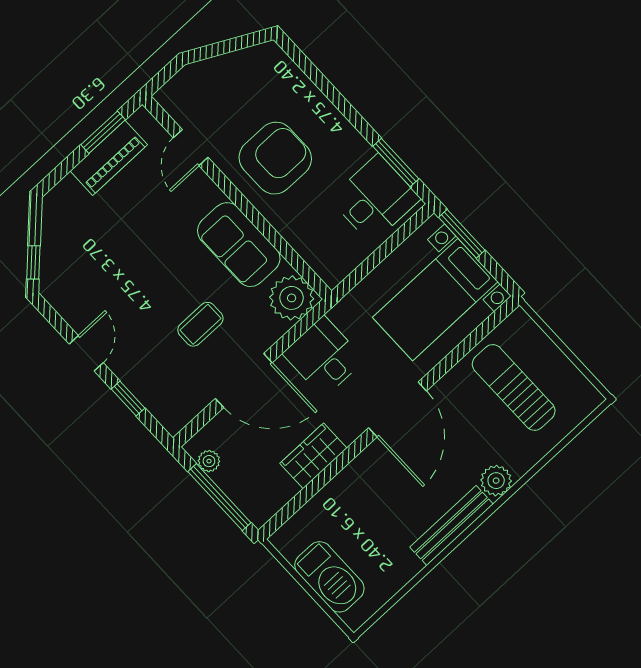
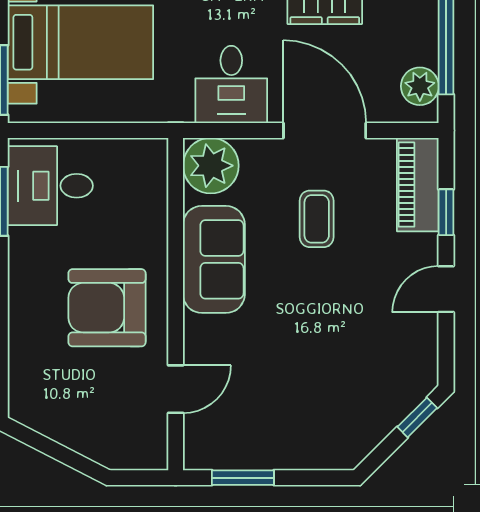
piano: (109, 158) -> (418, 185), moved, turned -90
coffee table: (200, 324) -> (317, 219), turned 90
plant: (209, 461) -> (420, 86), width x1.38, depth x1.38

